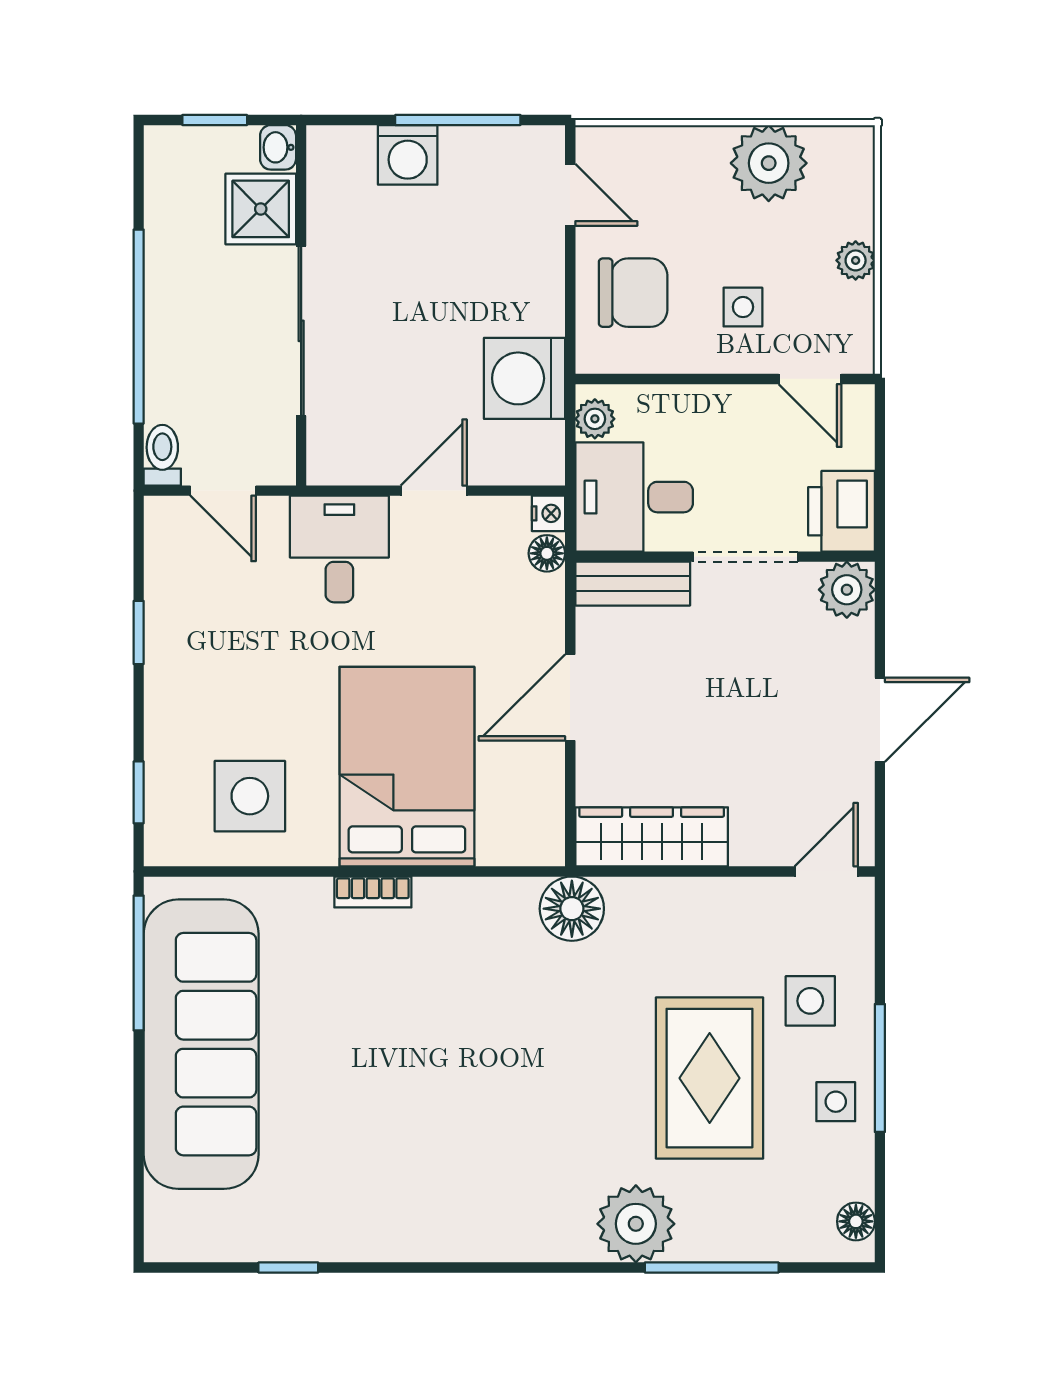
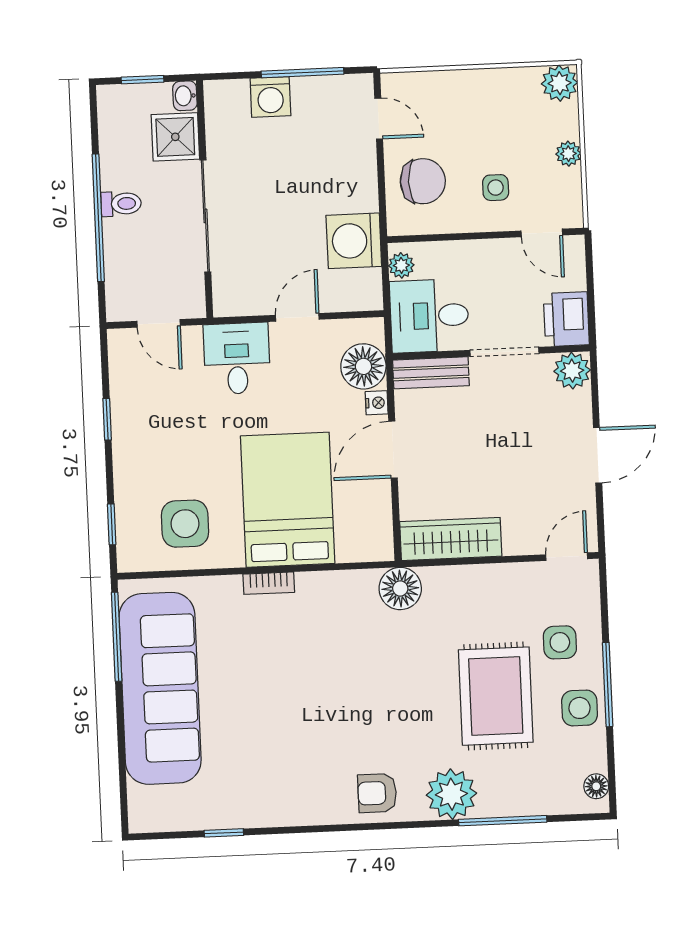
plant: (769, 163) -> (560, 83), moved, width x0.73, depth x0.73
toilet: (162, 455) -> (121, 204), moved, turned 90
nightstand: (548, 513) -> (377, 403), moved
floor lamp: (547, 553) -> (363, 366), width x1.89, depth x1.89
side table: (836, 1102) -> (580, 708), width x1.37, depth x1.37
armchair: (523, 1217) -> (377, 793), added

